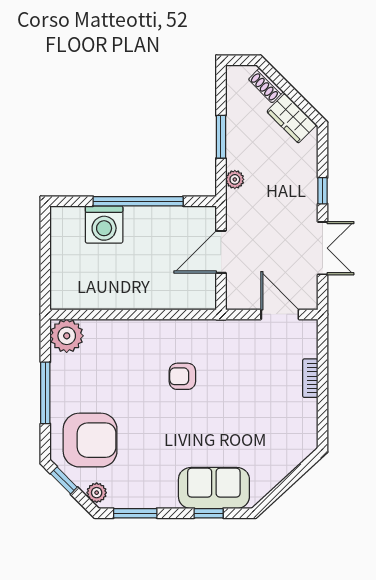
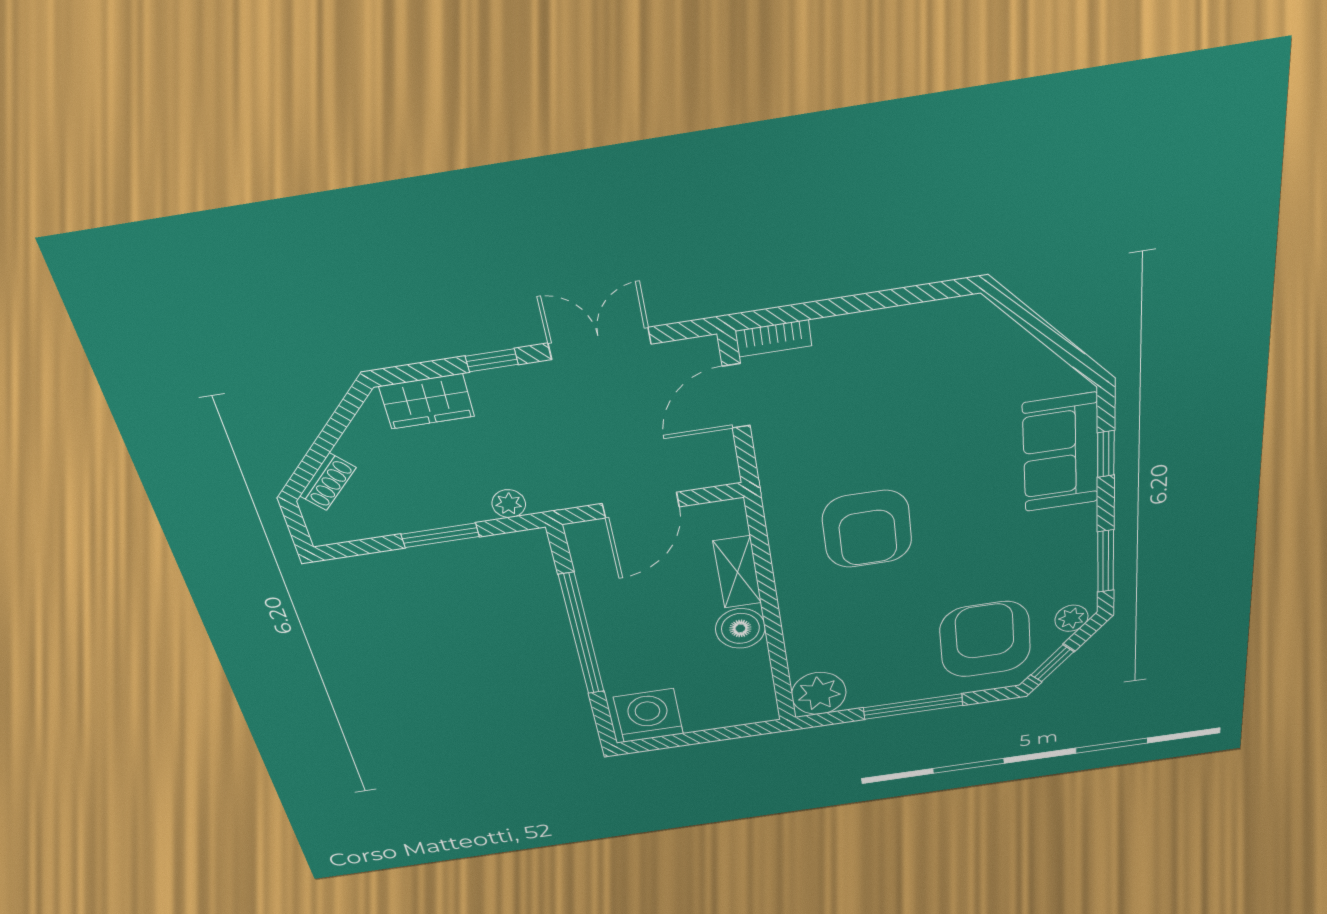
wardrobe: (292, 118) -> (427, 401), moved, turned 45
washing machine: (104, 224) -> (648, 716), moved, turned -90
door: (221, 252) -> (641, 505), hinge flipped
boiler: (125, 295) -> (740, 628), added
shelving: (166, 299) -> (737, 572), added
armchair: (182, 376) -> (867, 529), width x1.88, depth x1.88
bookcase: (310, 378) -> (773, 338), moved

